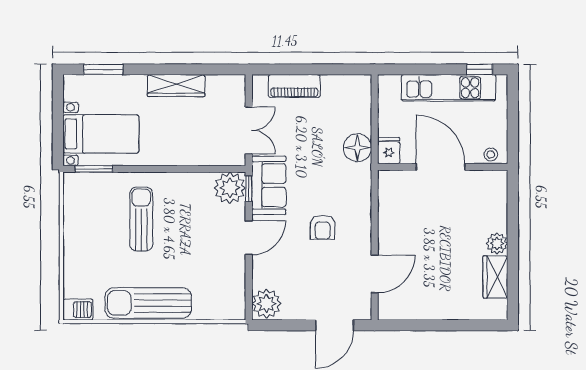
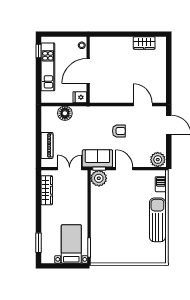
wardrobe: (176, 86) -> (47, 190), moved
floor lamp: (358, 148) -> (65, 113), moved
sun lounger: (141, 219) -> (115, 223), removed
plant: (497, 243) -> (127, 42), removed
sun lounger: (148, 303) -> (157, 220), turned 180
barbecue: (78, 310) -> (161, 184), moved

